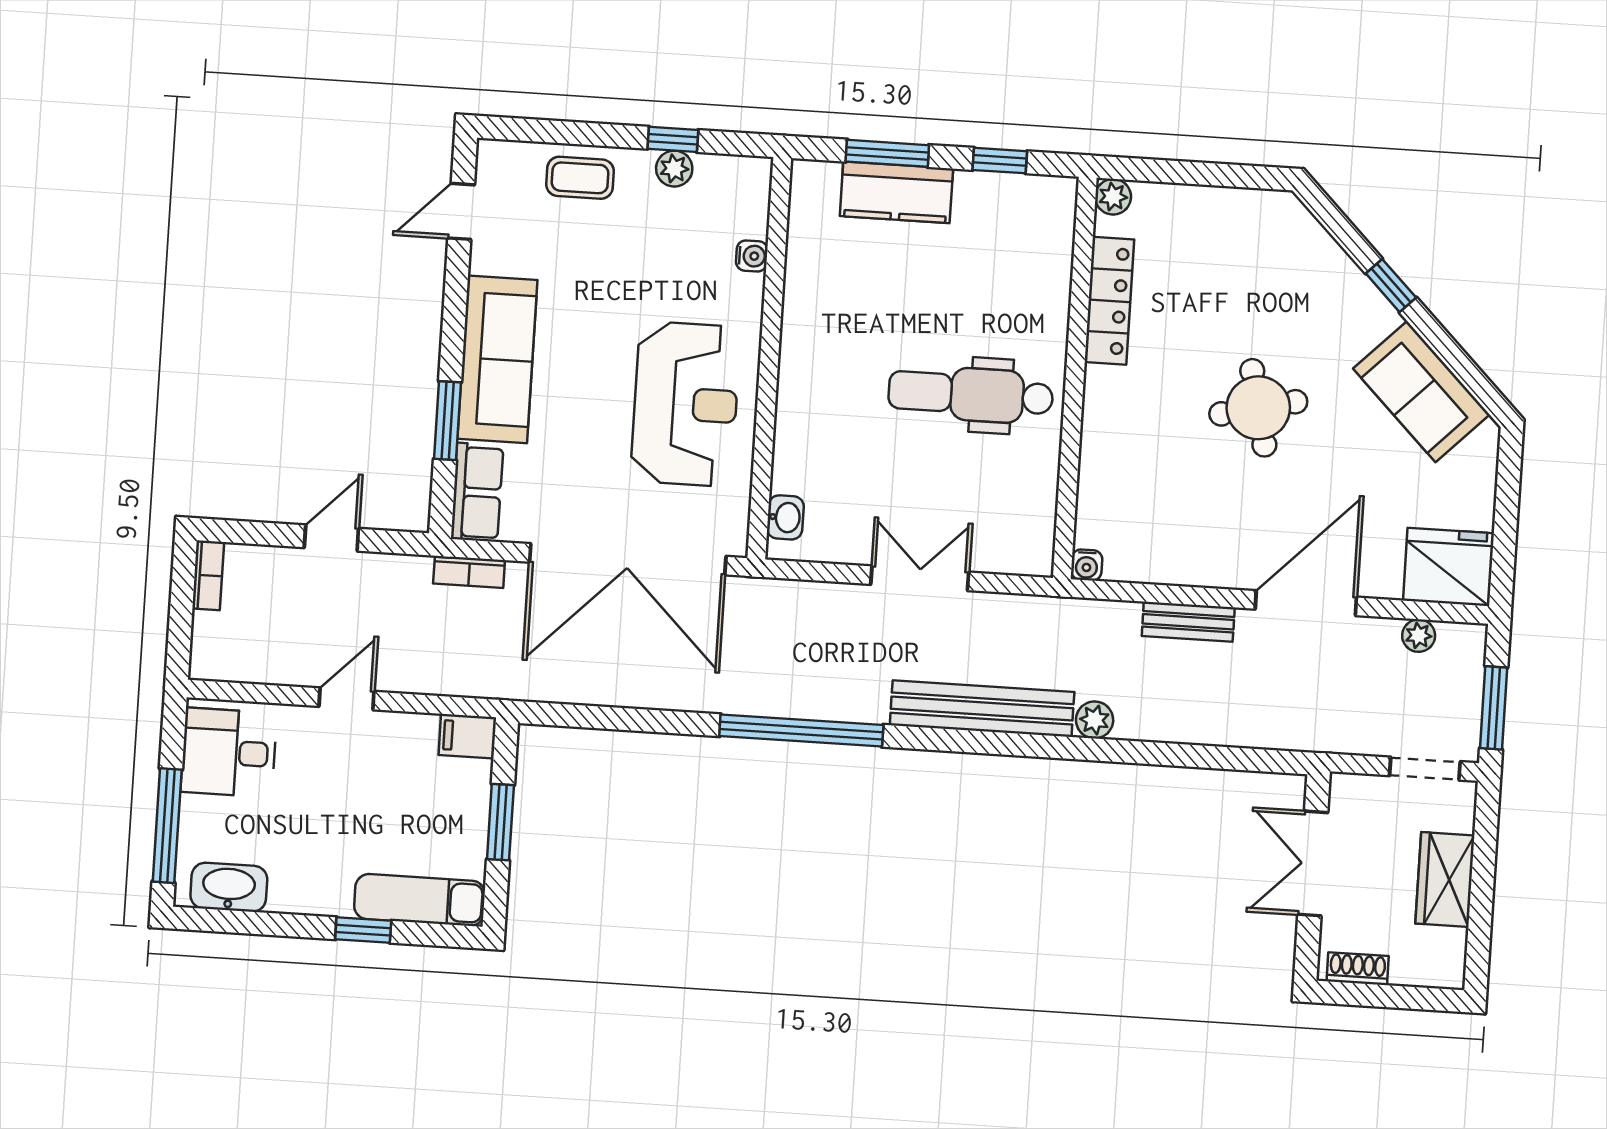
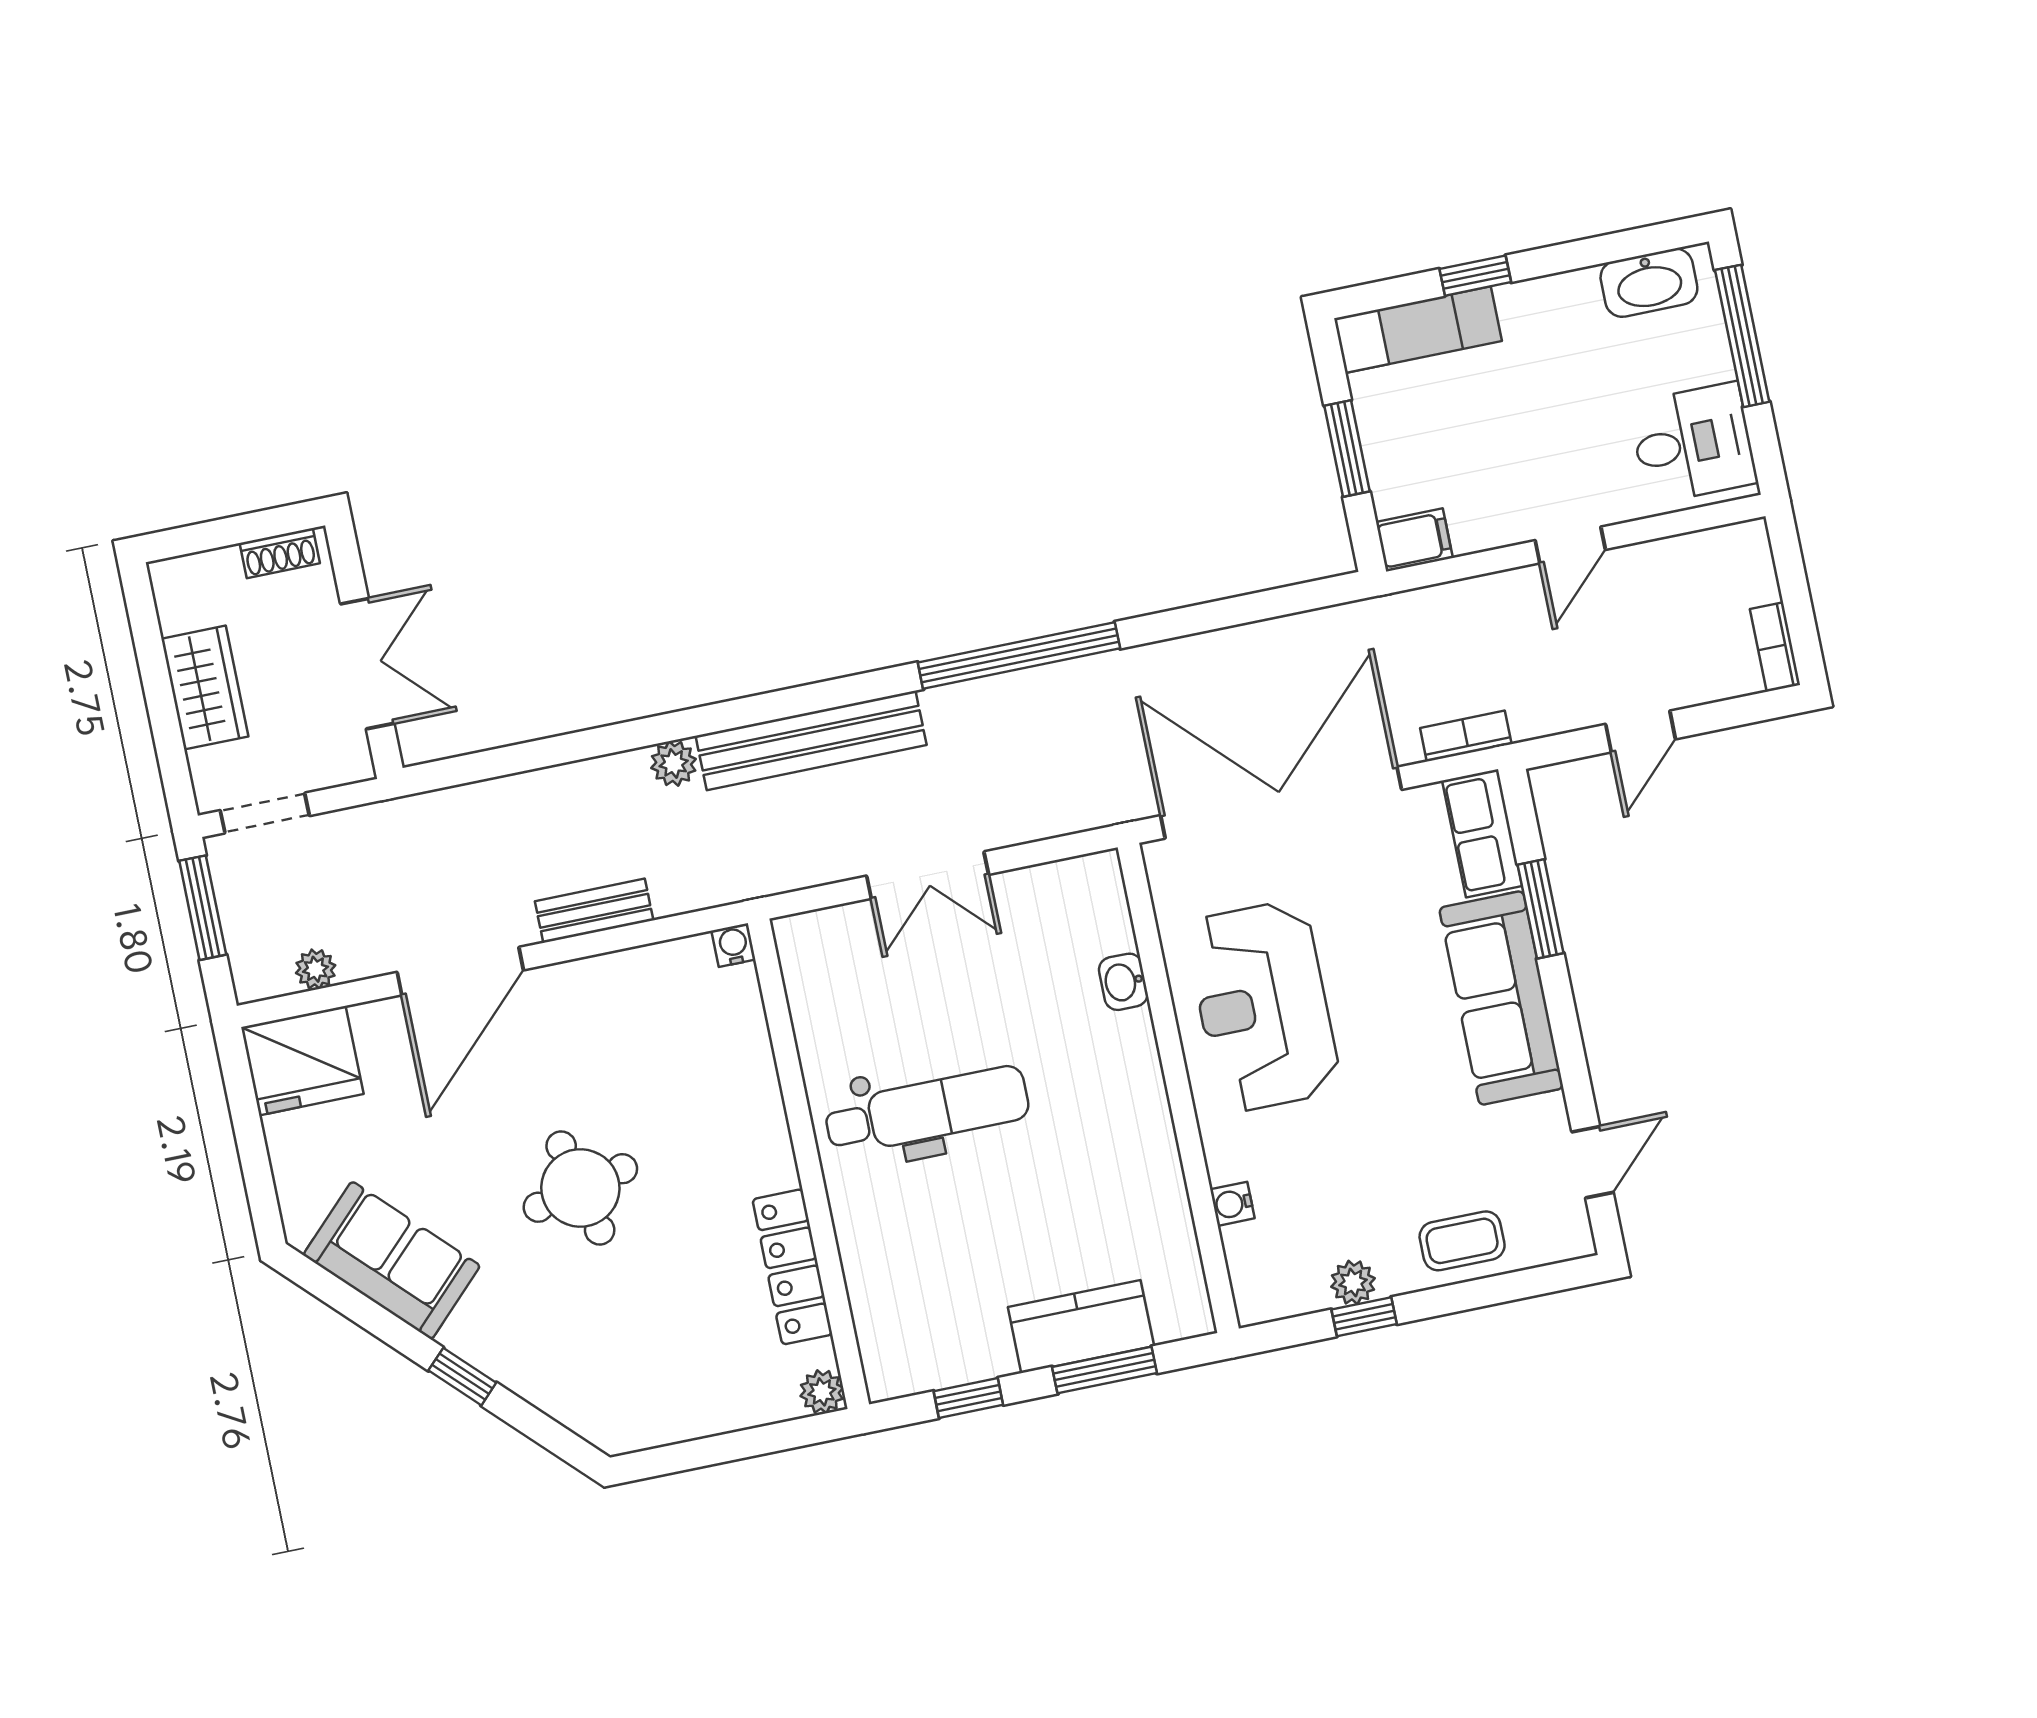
washbasin: (785, 517) -> (1123, 982), moved

